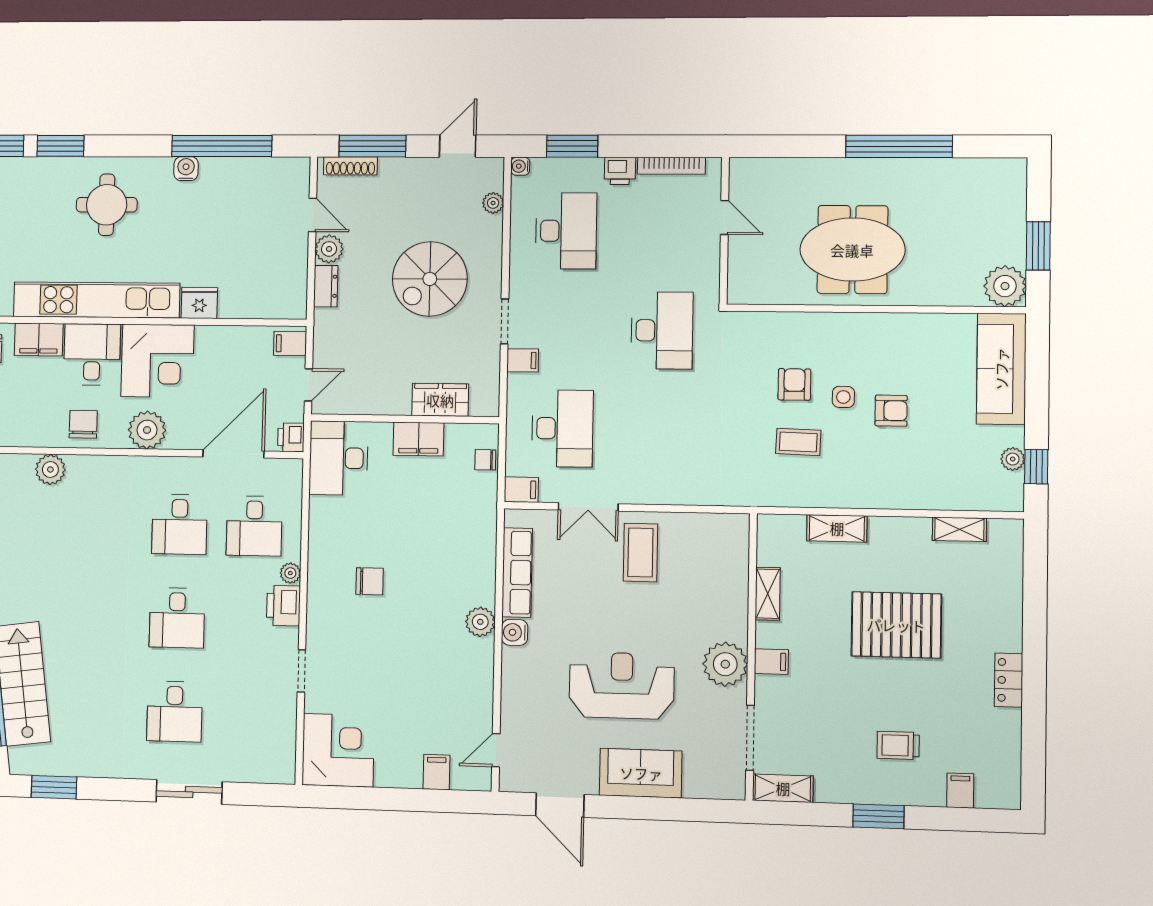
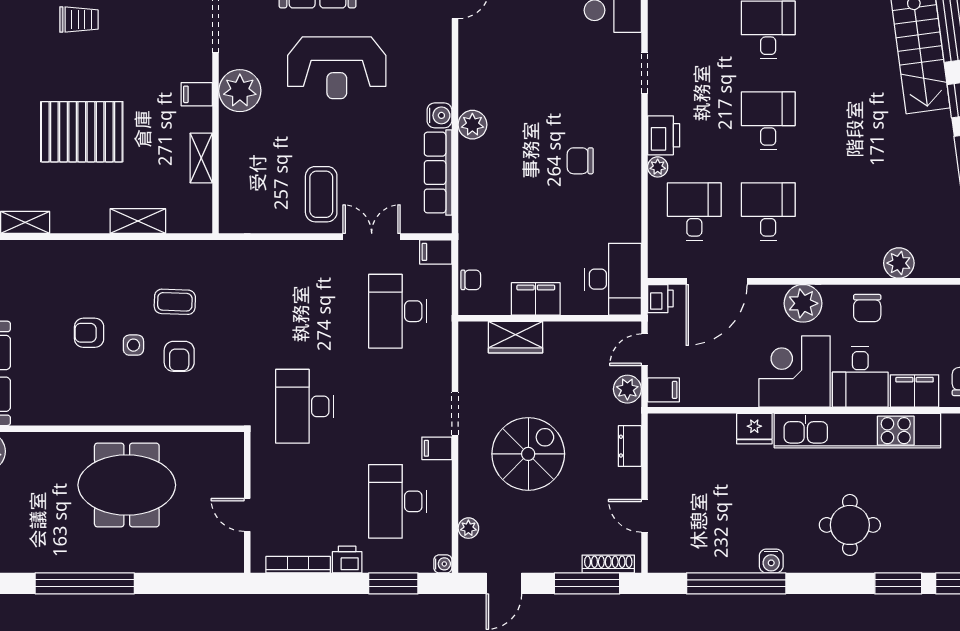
plant: (329, 249) -> (627, 389), moved
filing cabinet: (523, 360) -> (437, 448), moved

